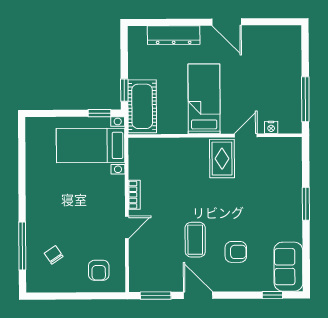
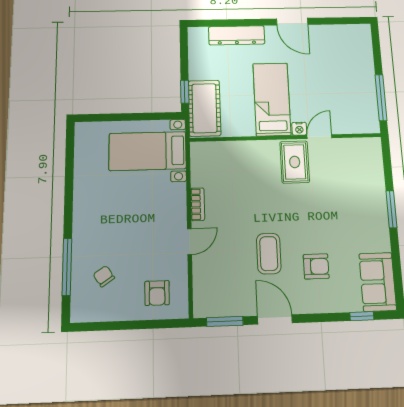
window: (99, 113) -> (157, 116), removed
nightstand: (271, 127) -> (299, 129), moved

